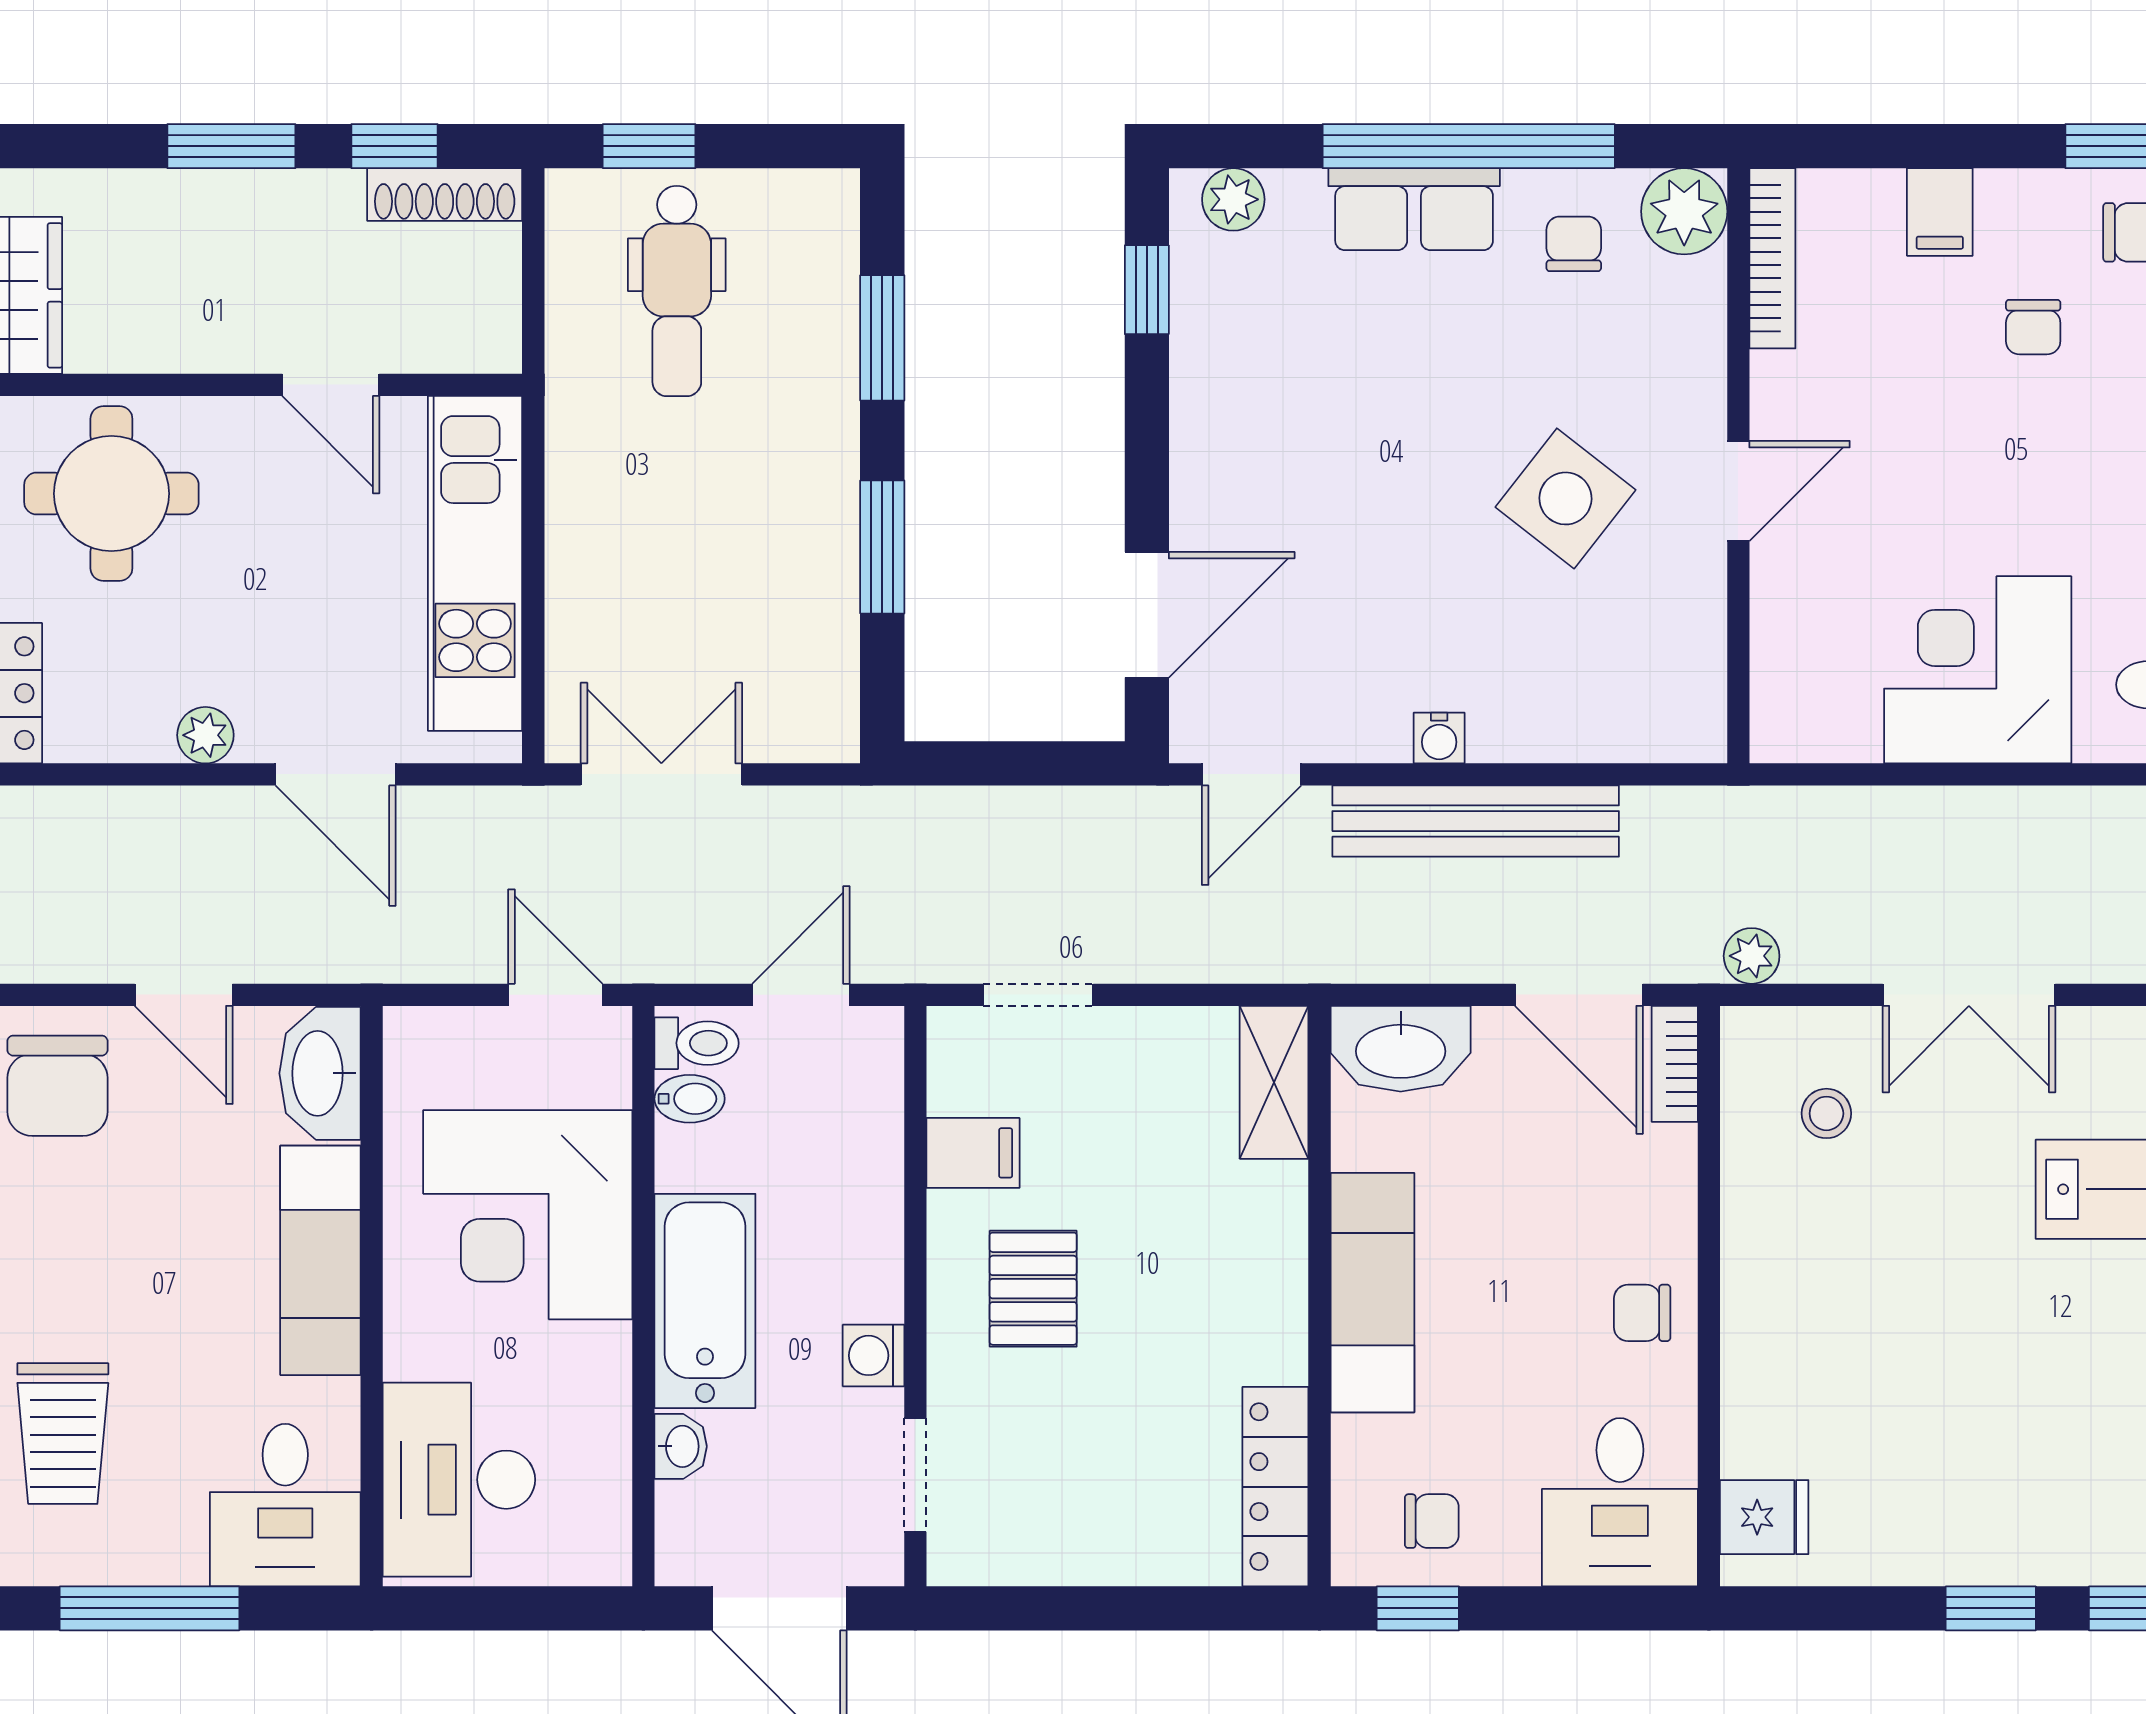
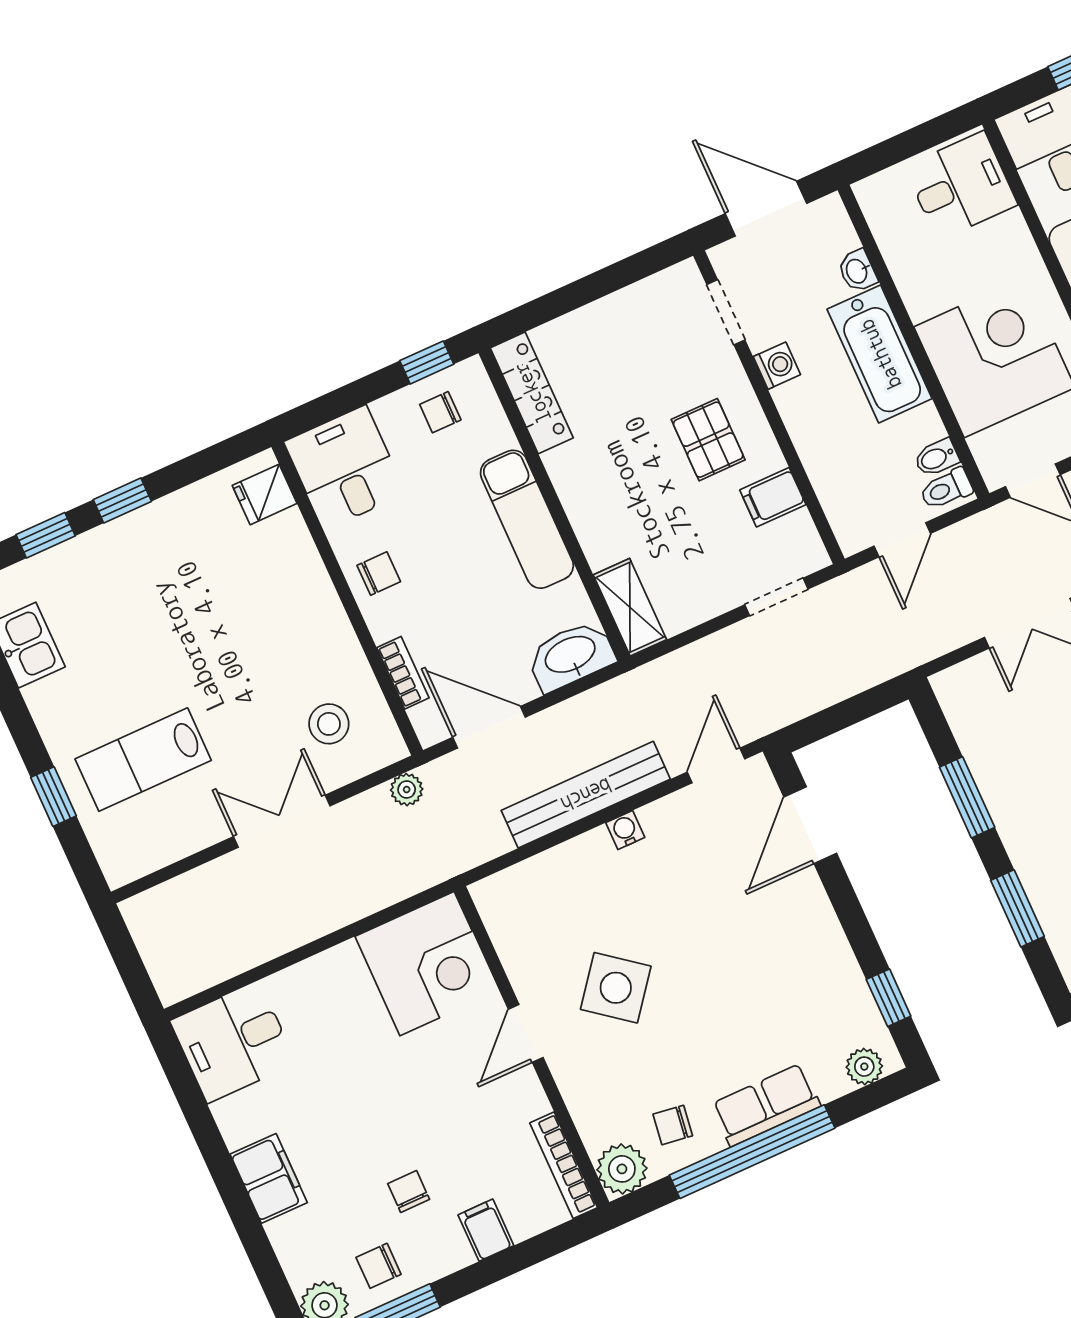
chair: (1574, 244) -> (673, 1125), turned 98
corner desk: (1978, 670) -> (427, 964), moved
bookcase: (1675, 1064) -> (403, 673), moved
stool: (1826, 1113) -> (329, 724), width x1.37, depth x1.37
desk: (459, 1480) -> (961, 186), width x0.73

